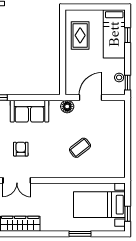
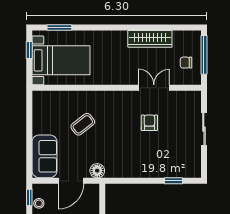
sofa: (29, 111) -> (45, 156), moved, turned 90
armchair: (21, 149) -> (149, 123), turned 180
window: (80, 234) -> (59, 27), moved

